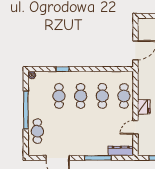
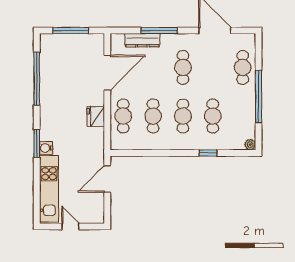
fridge: (144, 107) -> (96, 116), moved
door: (135, 127) -> (107, 73), width x1.87
cafe table: (81, 131) -> (183, 67), added
dresser: (121, 151) -> (142, 40), moved

